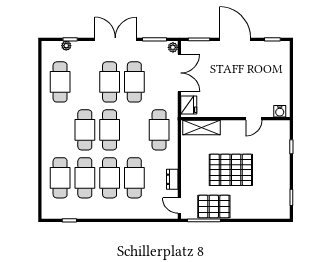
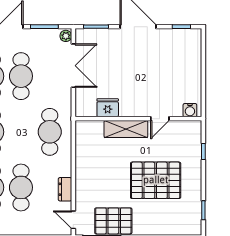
fridge: (189, 105) -> (108, 108), moved, turned -90
shelving: (202, 128) -> (126, 129), moved
pallet: (231, 170) -> (156, 180), moved

